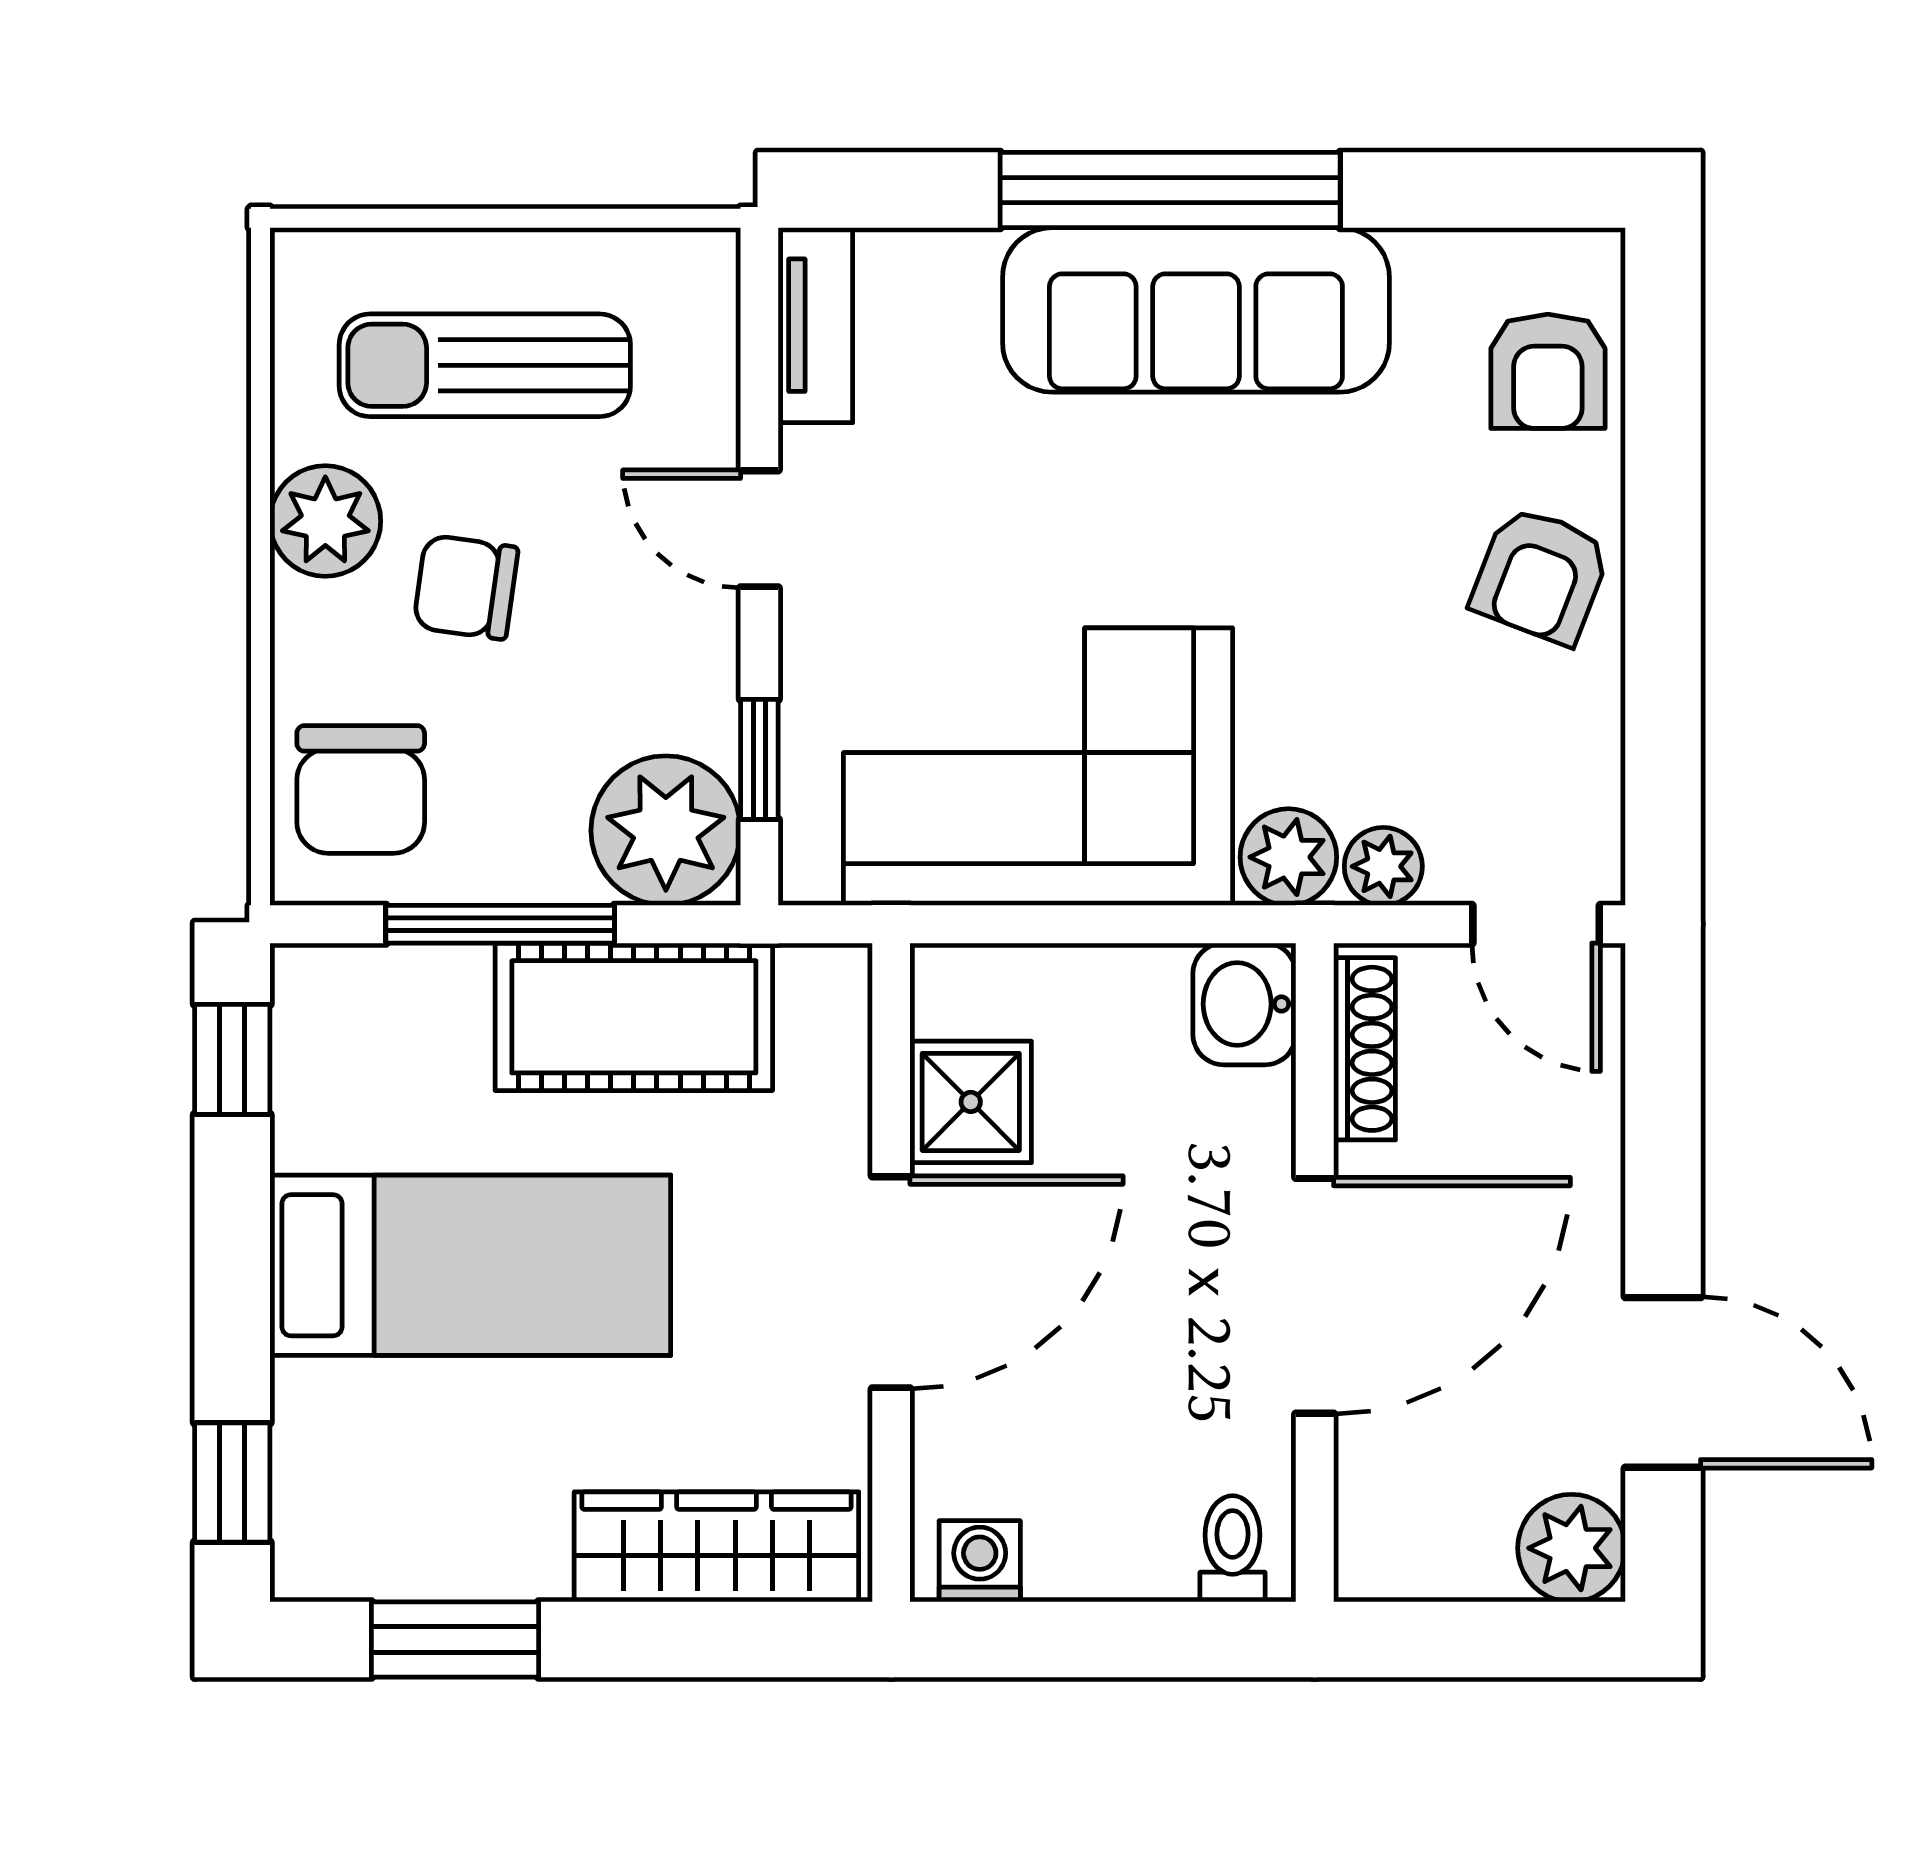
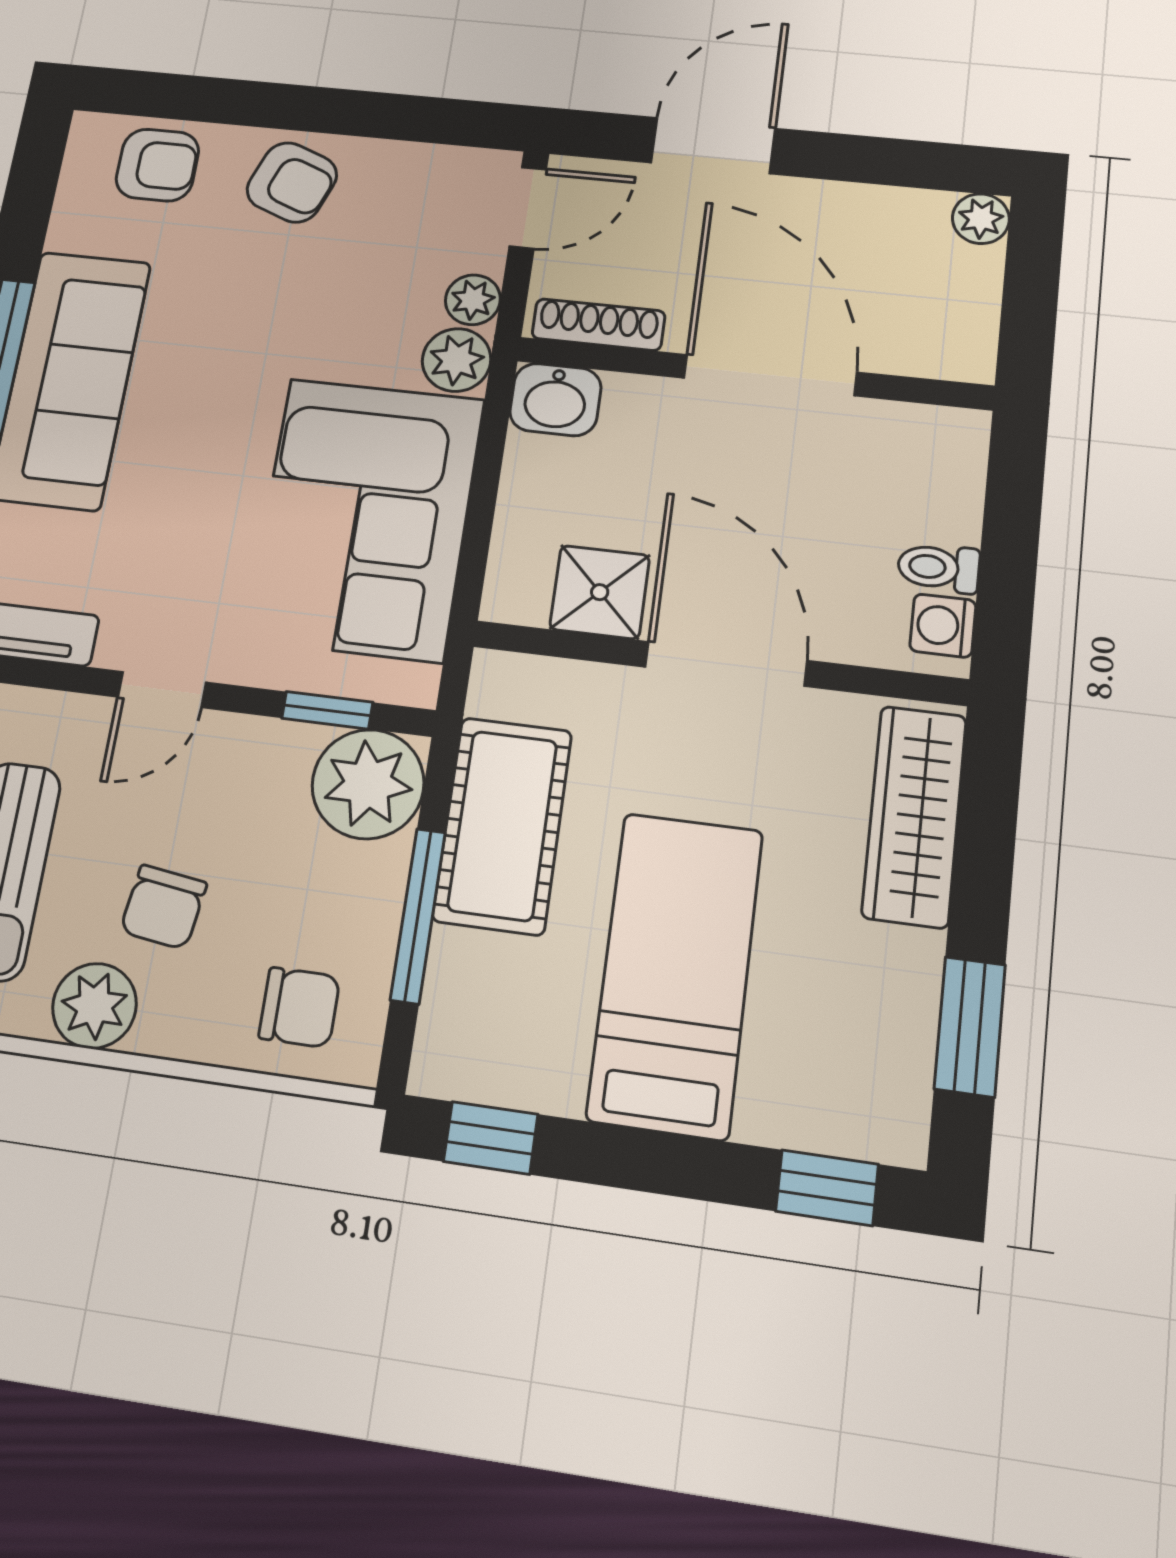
chair: (361, 789) -> (299, 1007), width x0.73, depth x0.73
door: (1663, 1382) -> (713, 146), moved
plant: (1571, 1548) -> (981, 219), width x0.73, depth x0.73
toilet: (1232, 1549) -> (939, 568), moved

